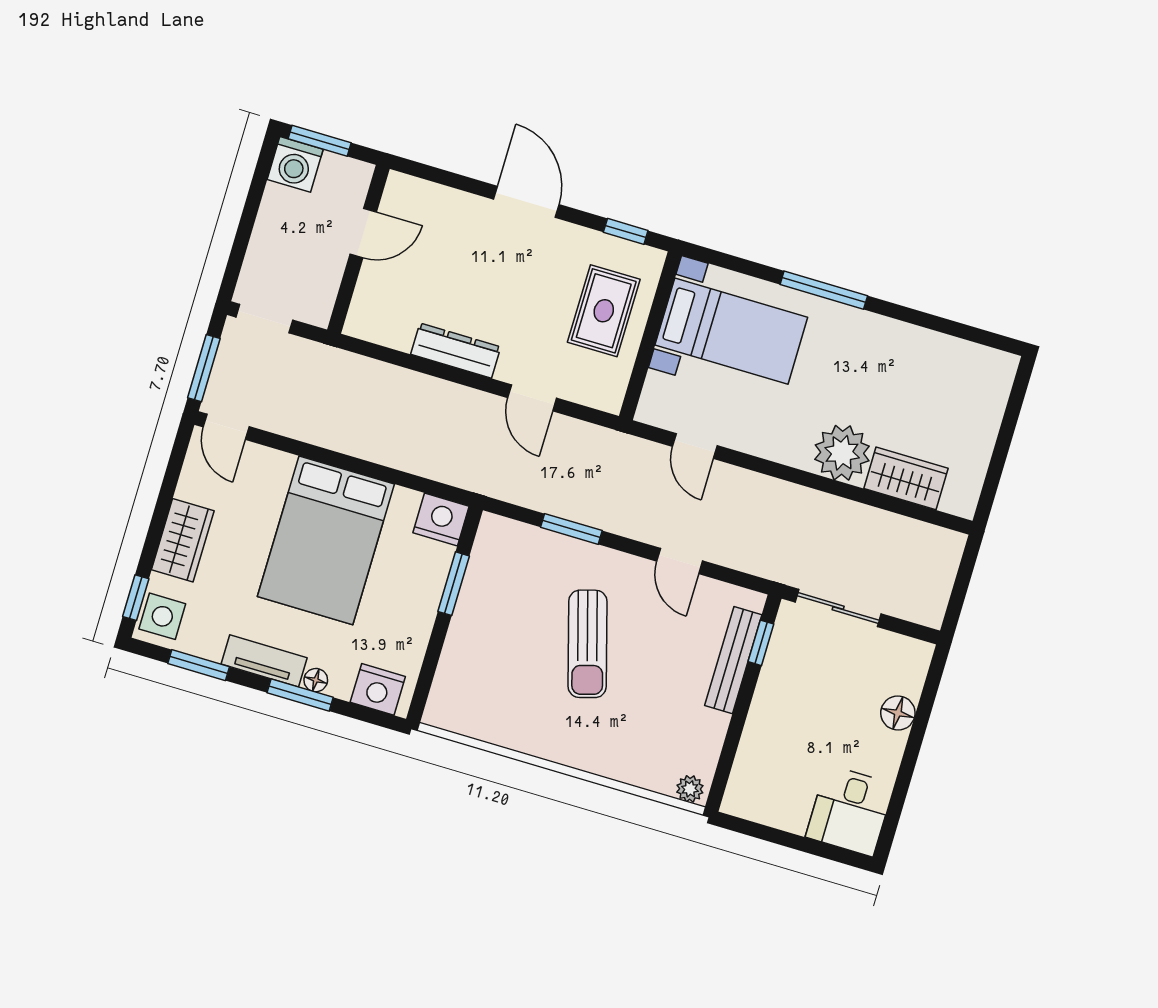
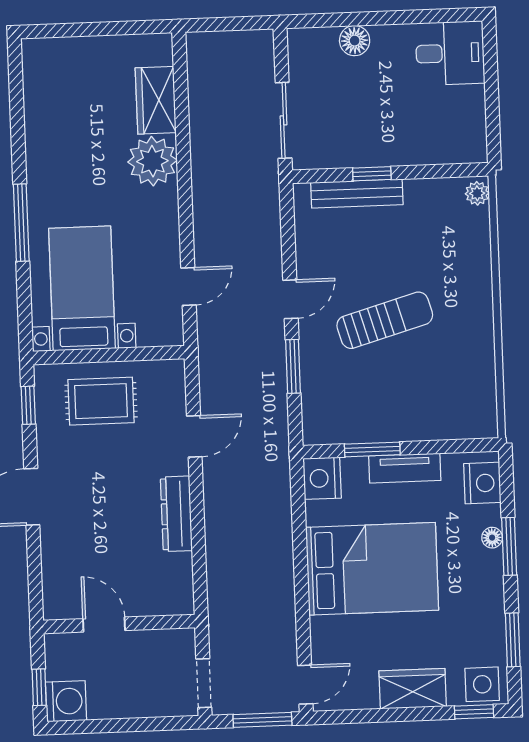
window: (320, 141) -> (39, 687), width x0.67
door: (680, 561) -> (290, 299), moved
window: (761, 643) -> (372, 174), moved
tv unit: (264, 661) -> (405, 468), moved, turned -90

